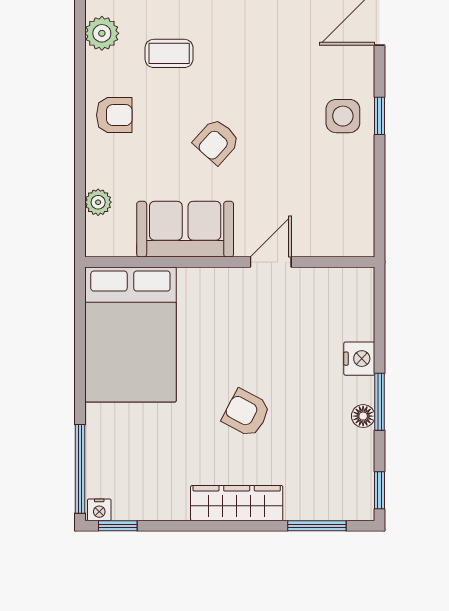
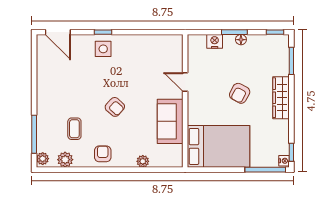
sofa: (185, 229) -> (170, 121), moved
wall: (230, 262) -> (185, 101), moved
door: (271, 262) -> (185, 82), moved
bed: (130, 334) -> (218, 146), moved

